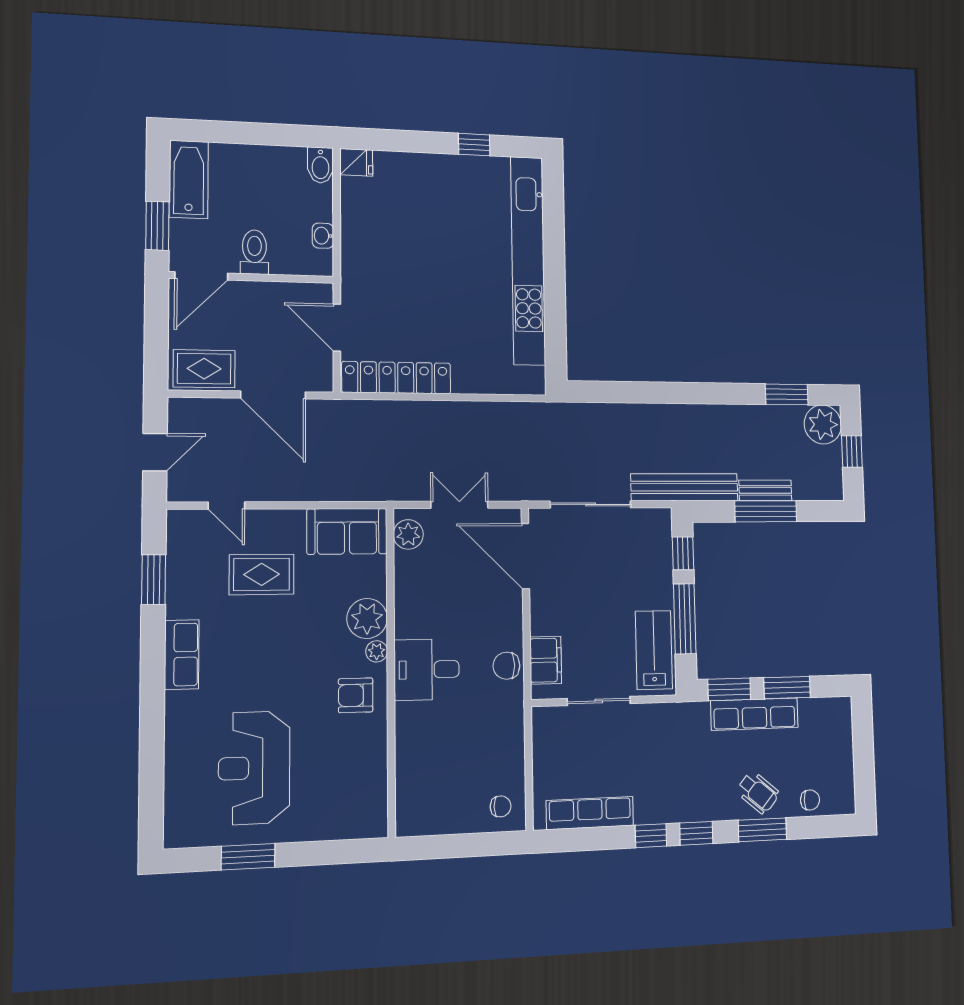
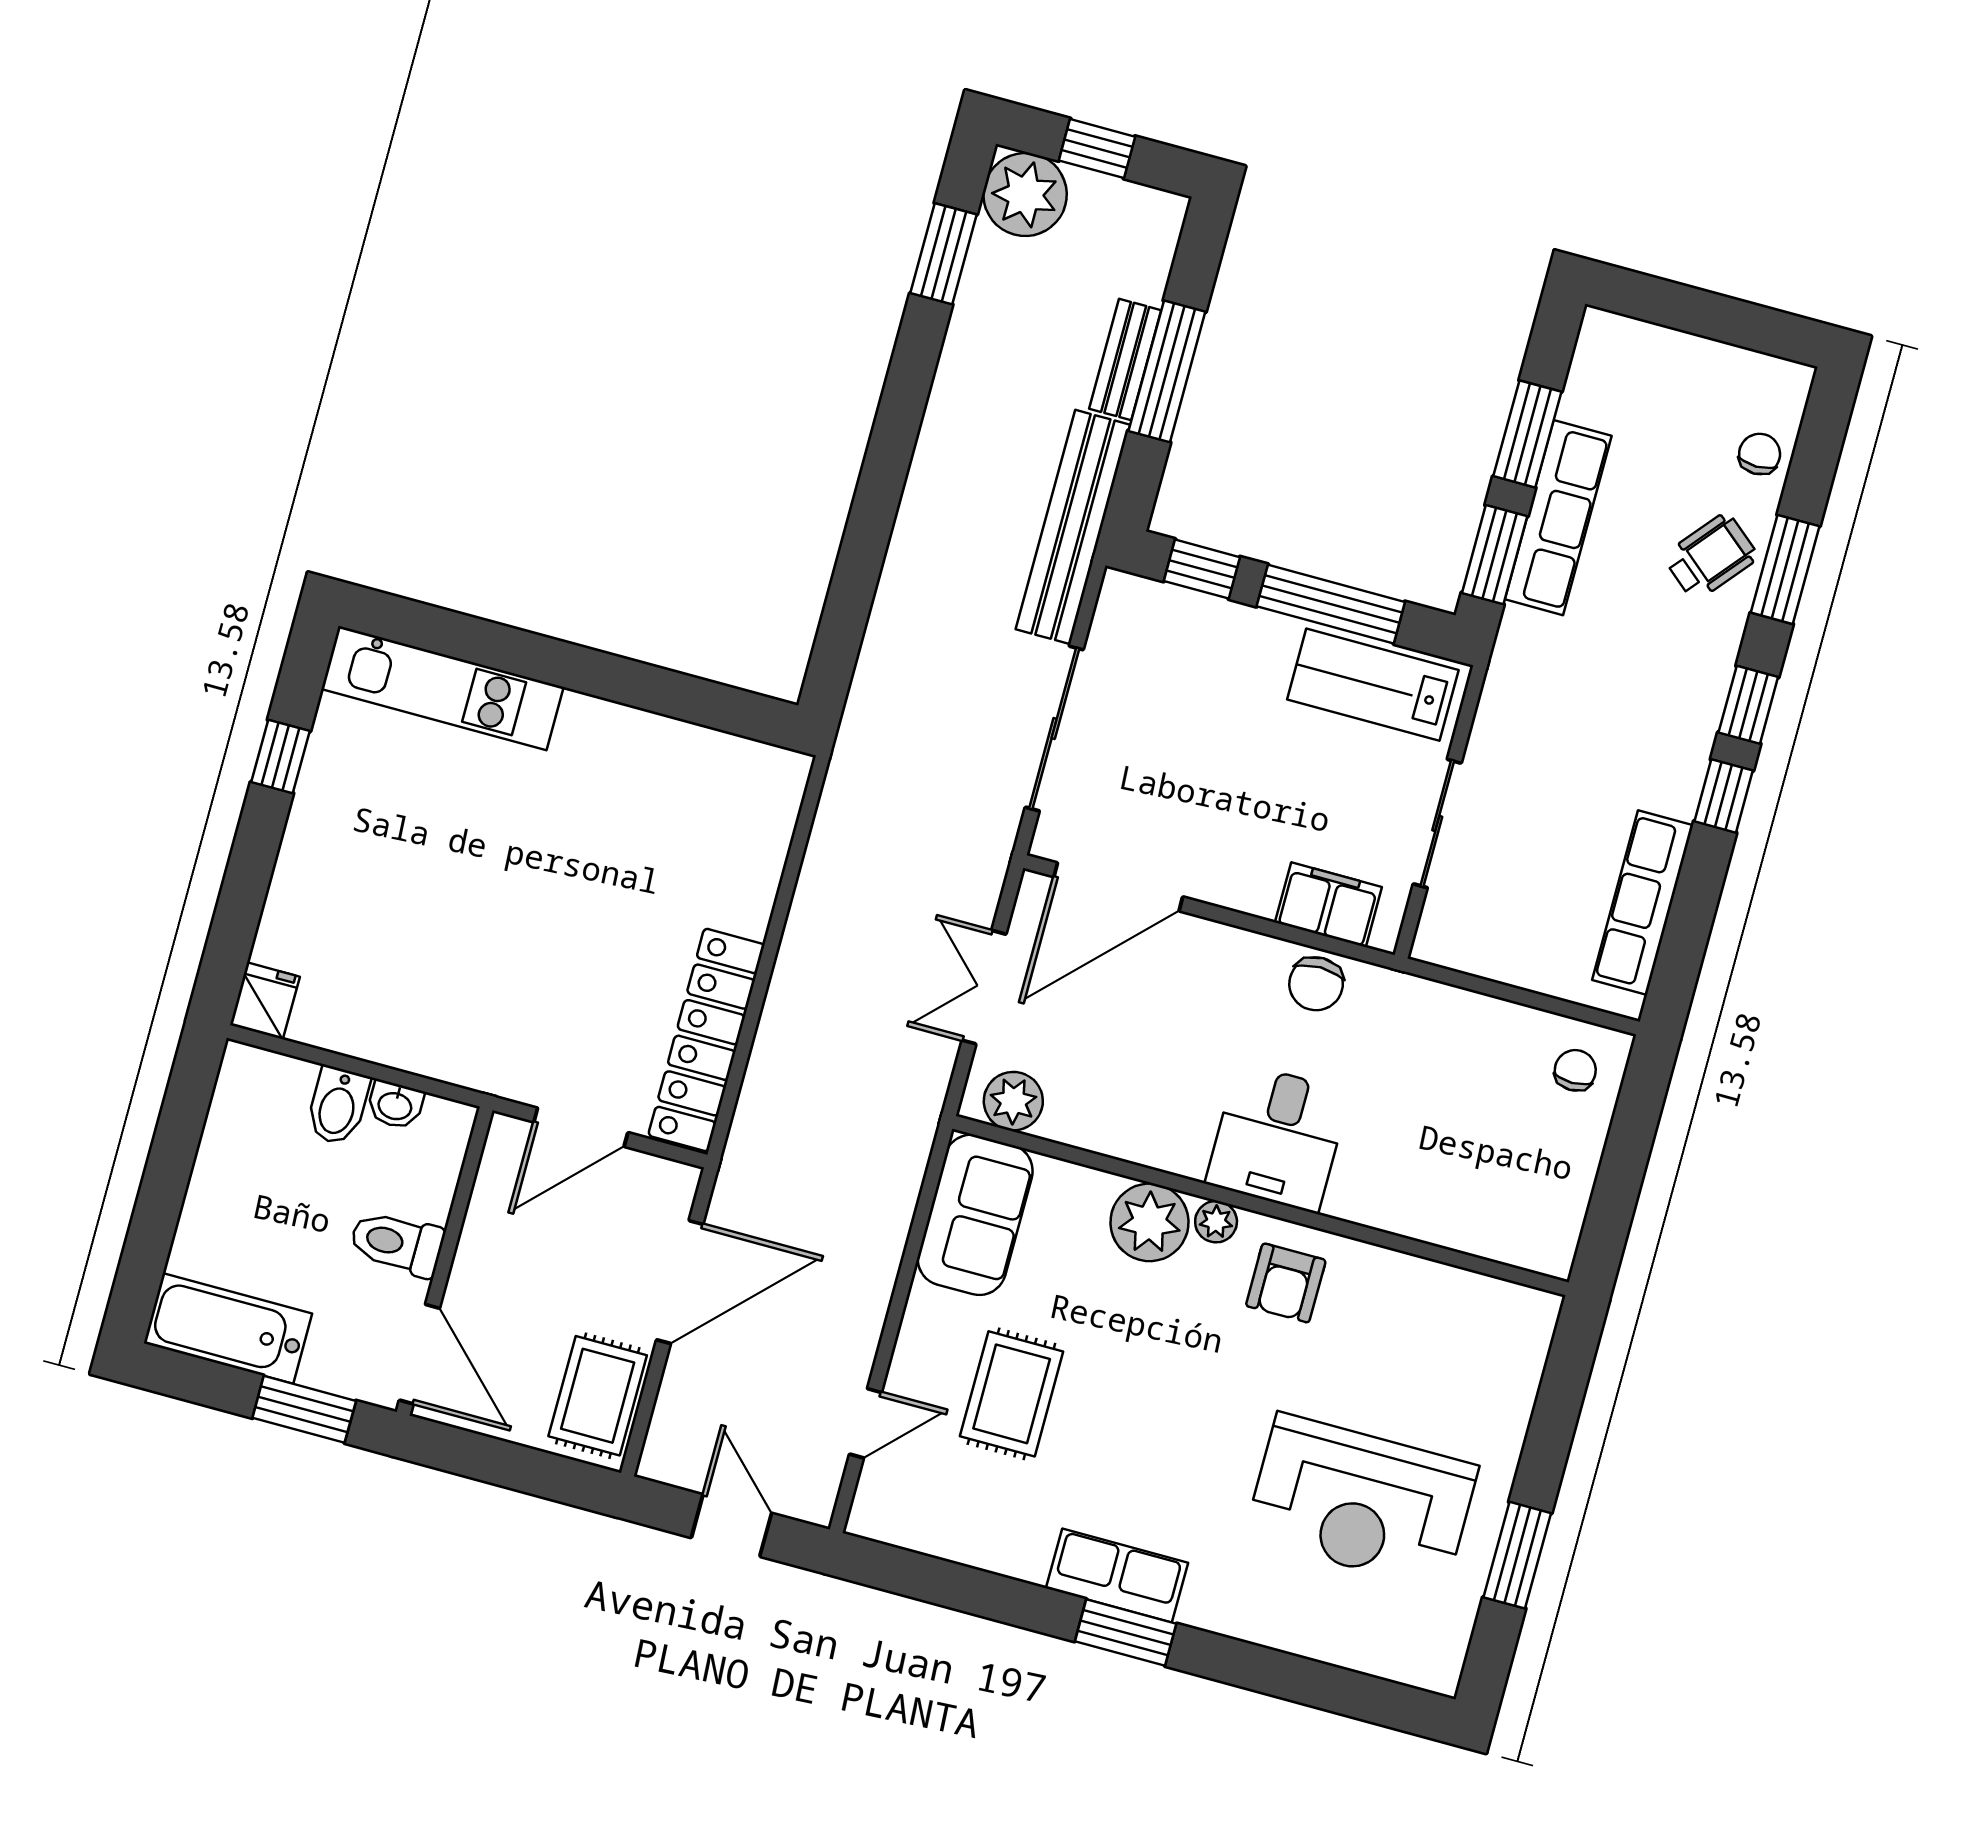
bidet: (320, 165) -> (338, 1106), moved, turned 90
kitchen unit: (528, 260) -> (442, 688), width x0.54
window: (154, 580) -> (1126, 1633), moved

